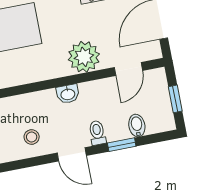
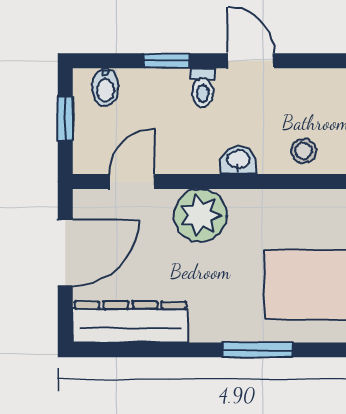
bidet: (137, 126) -> (105, 87), moved
stool: (32, 137) -> (303, 151), moved

